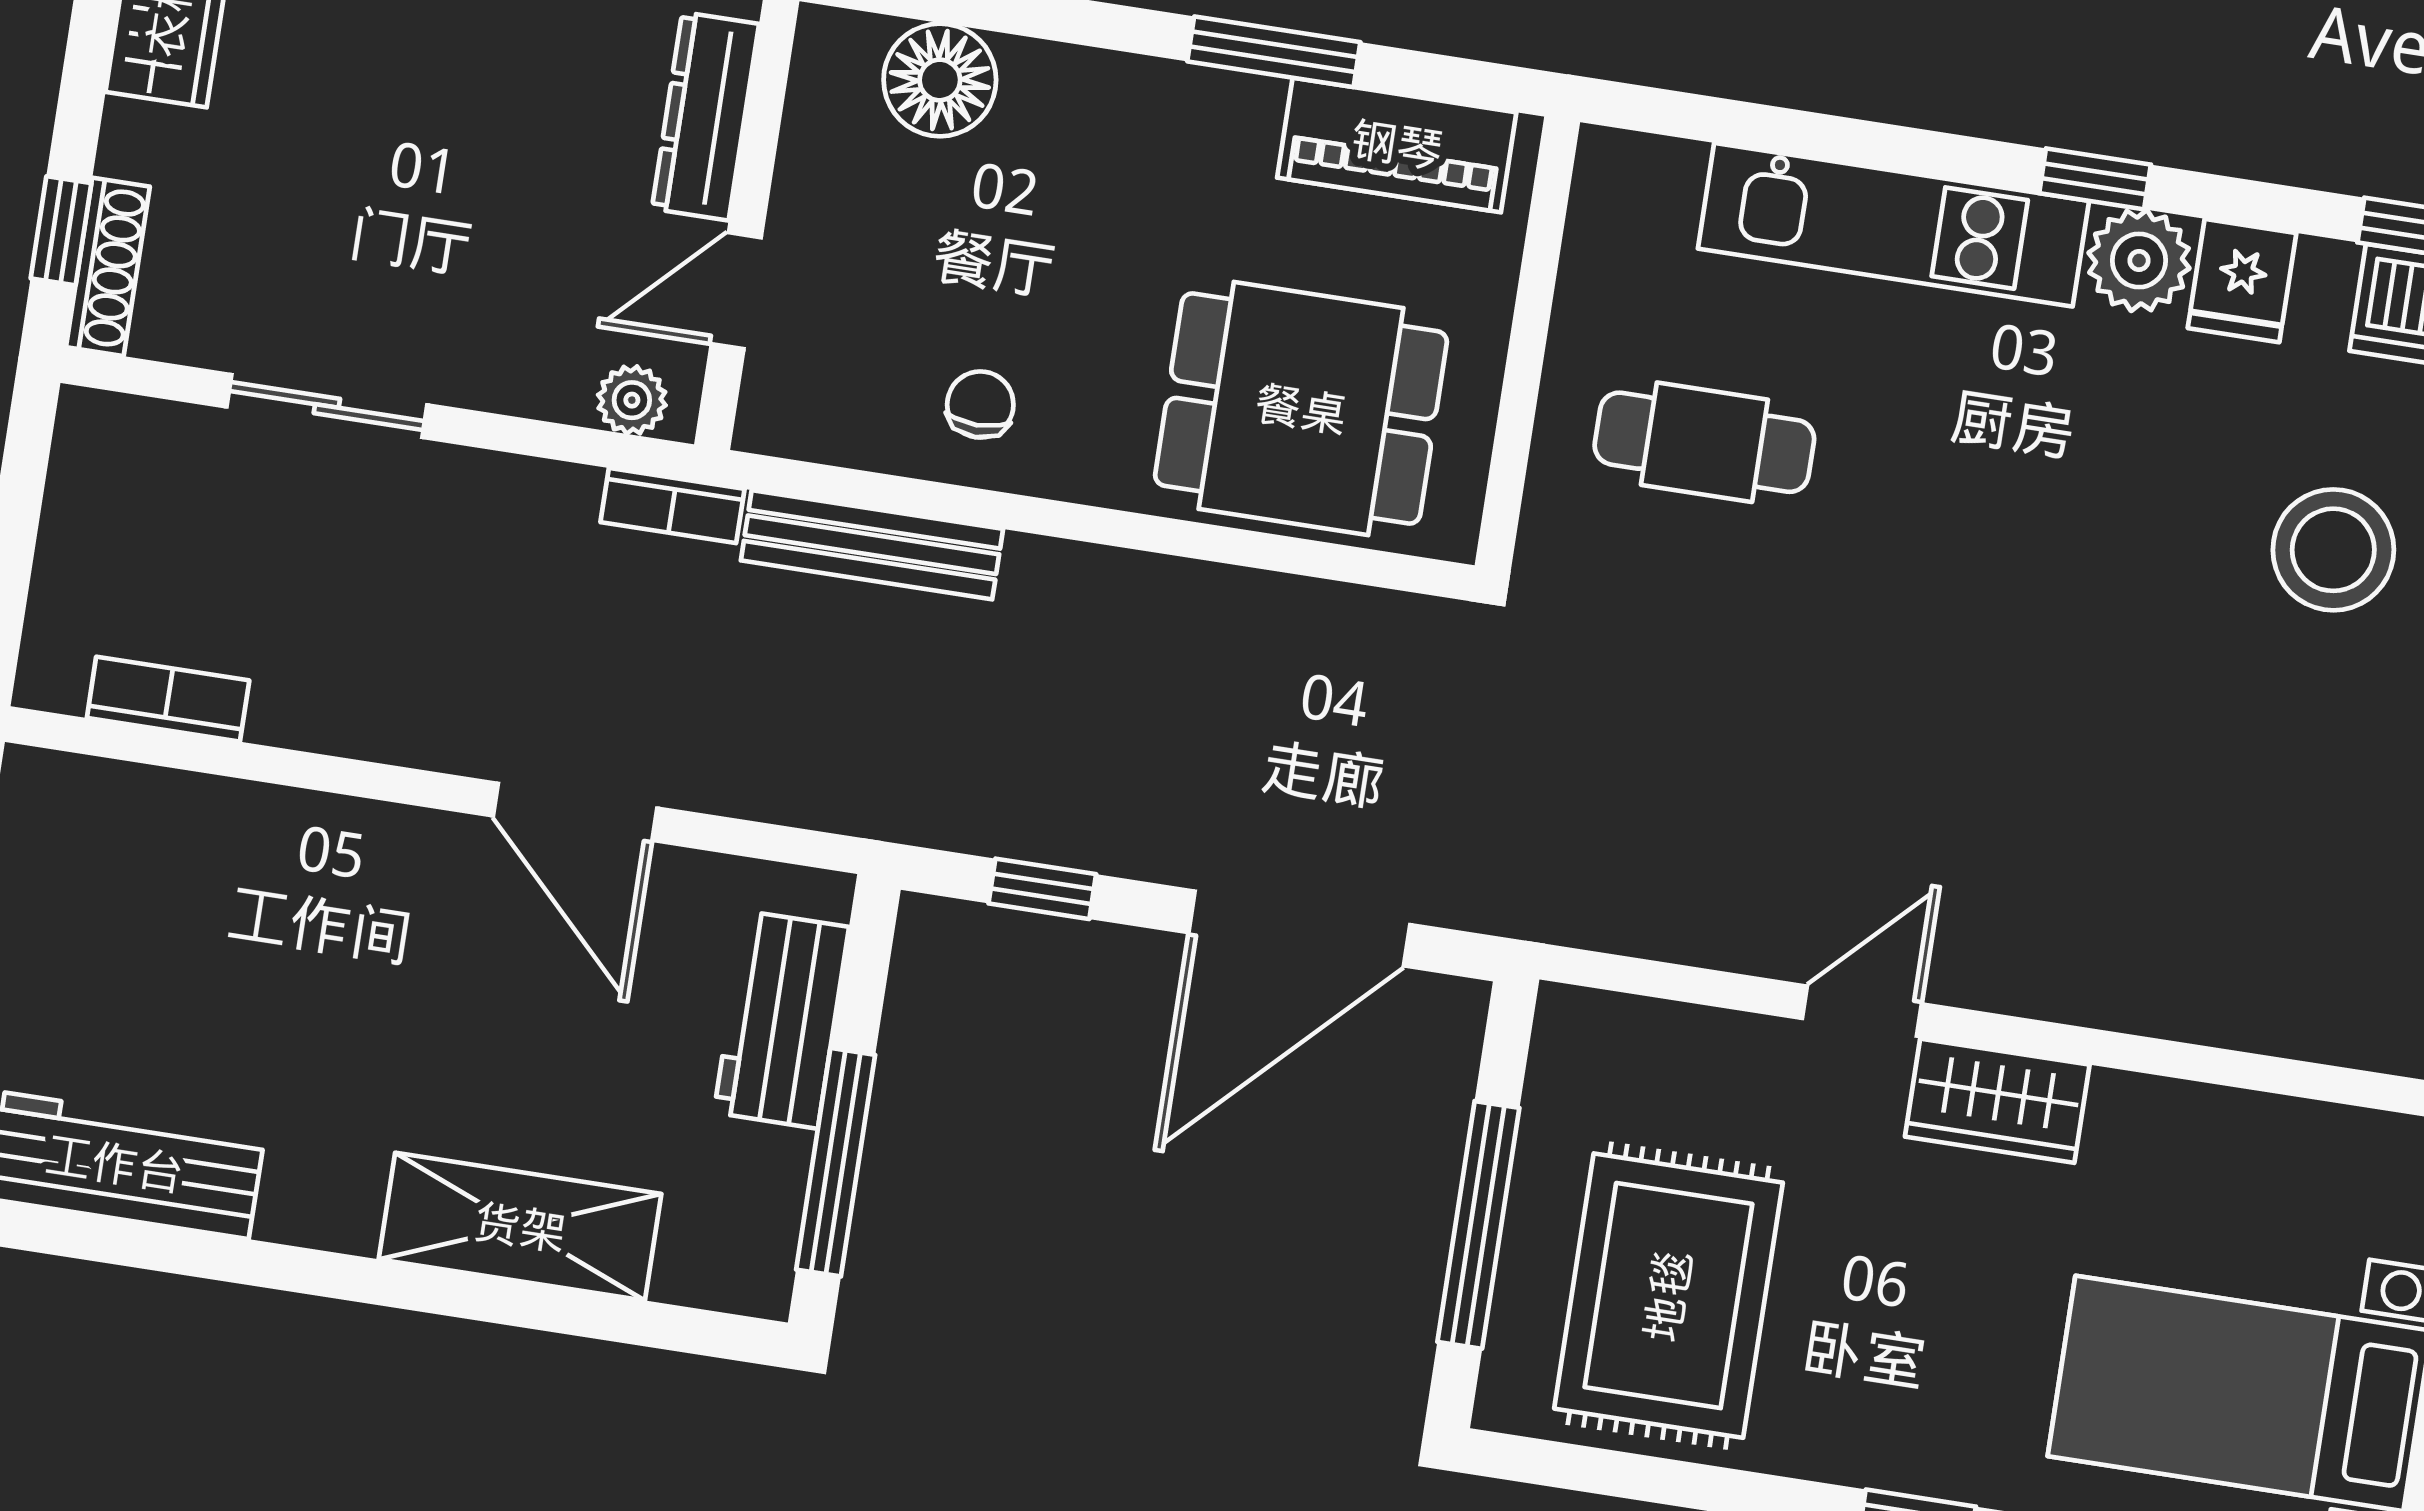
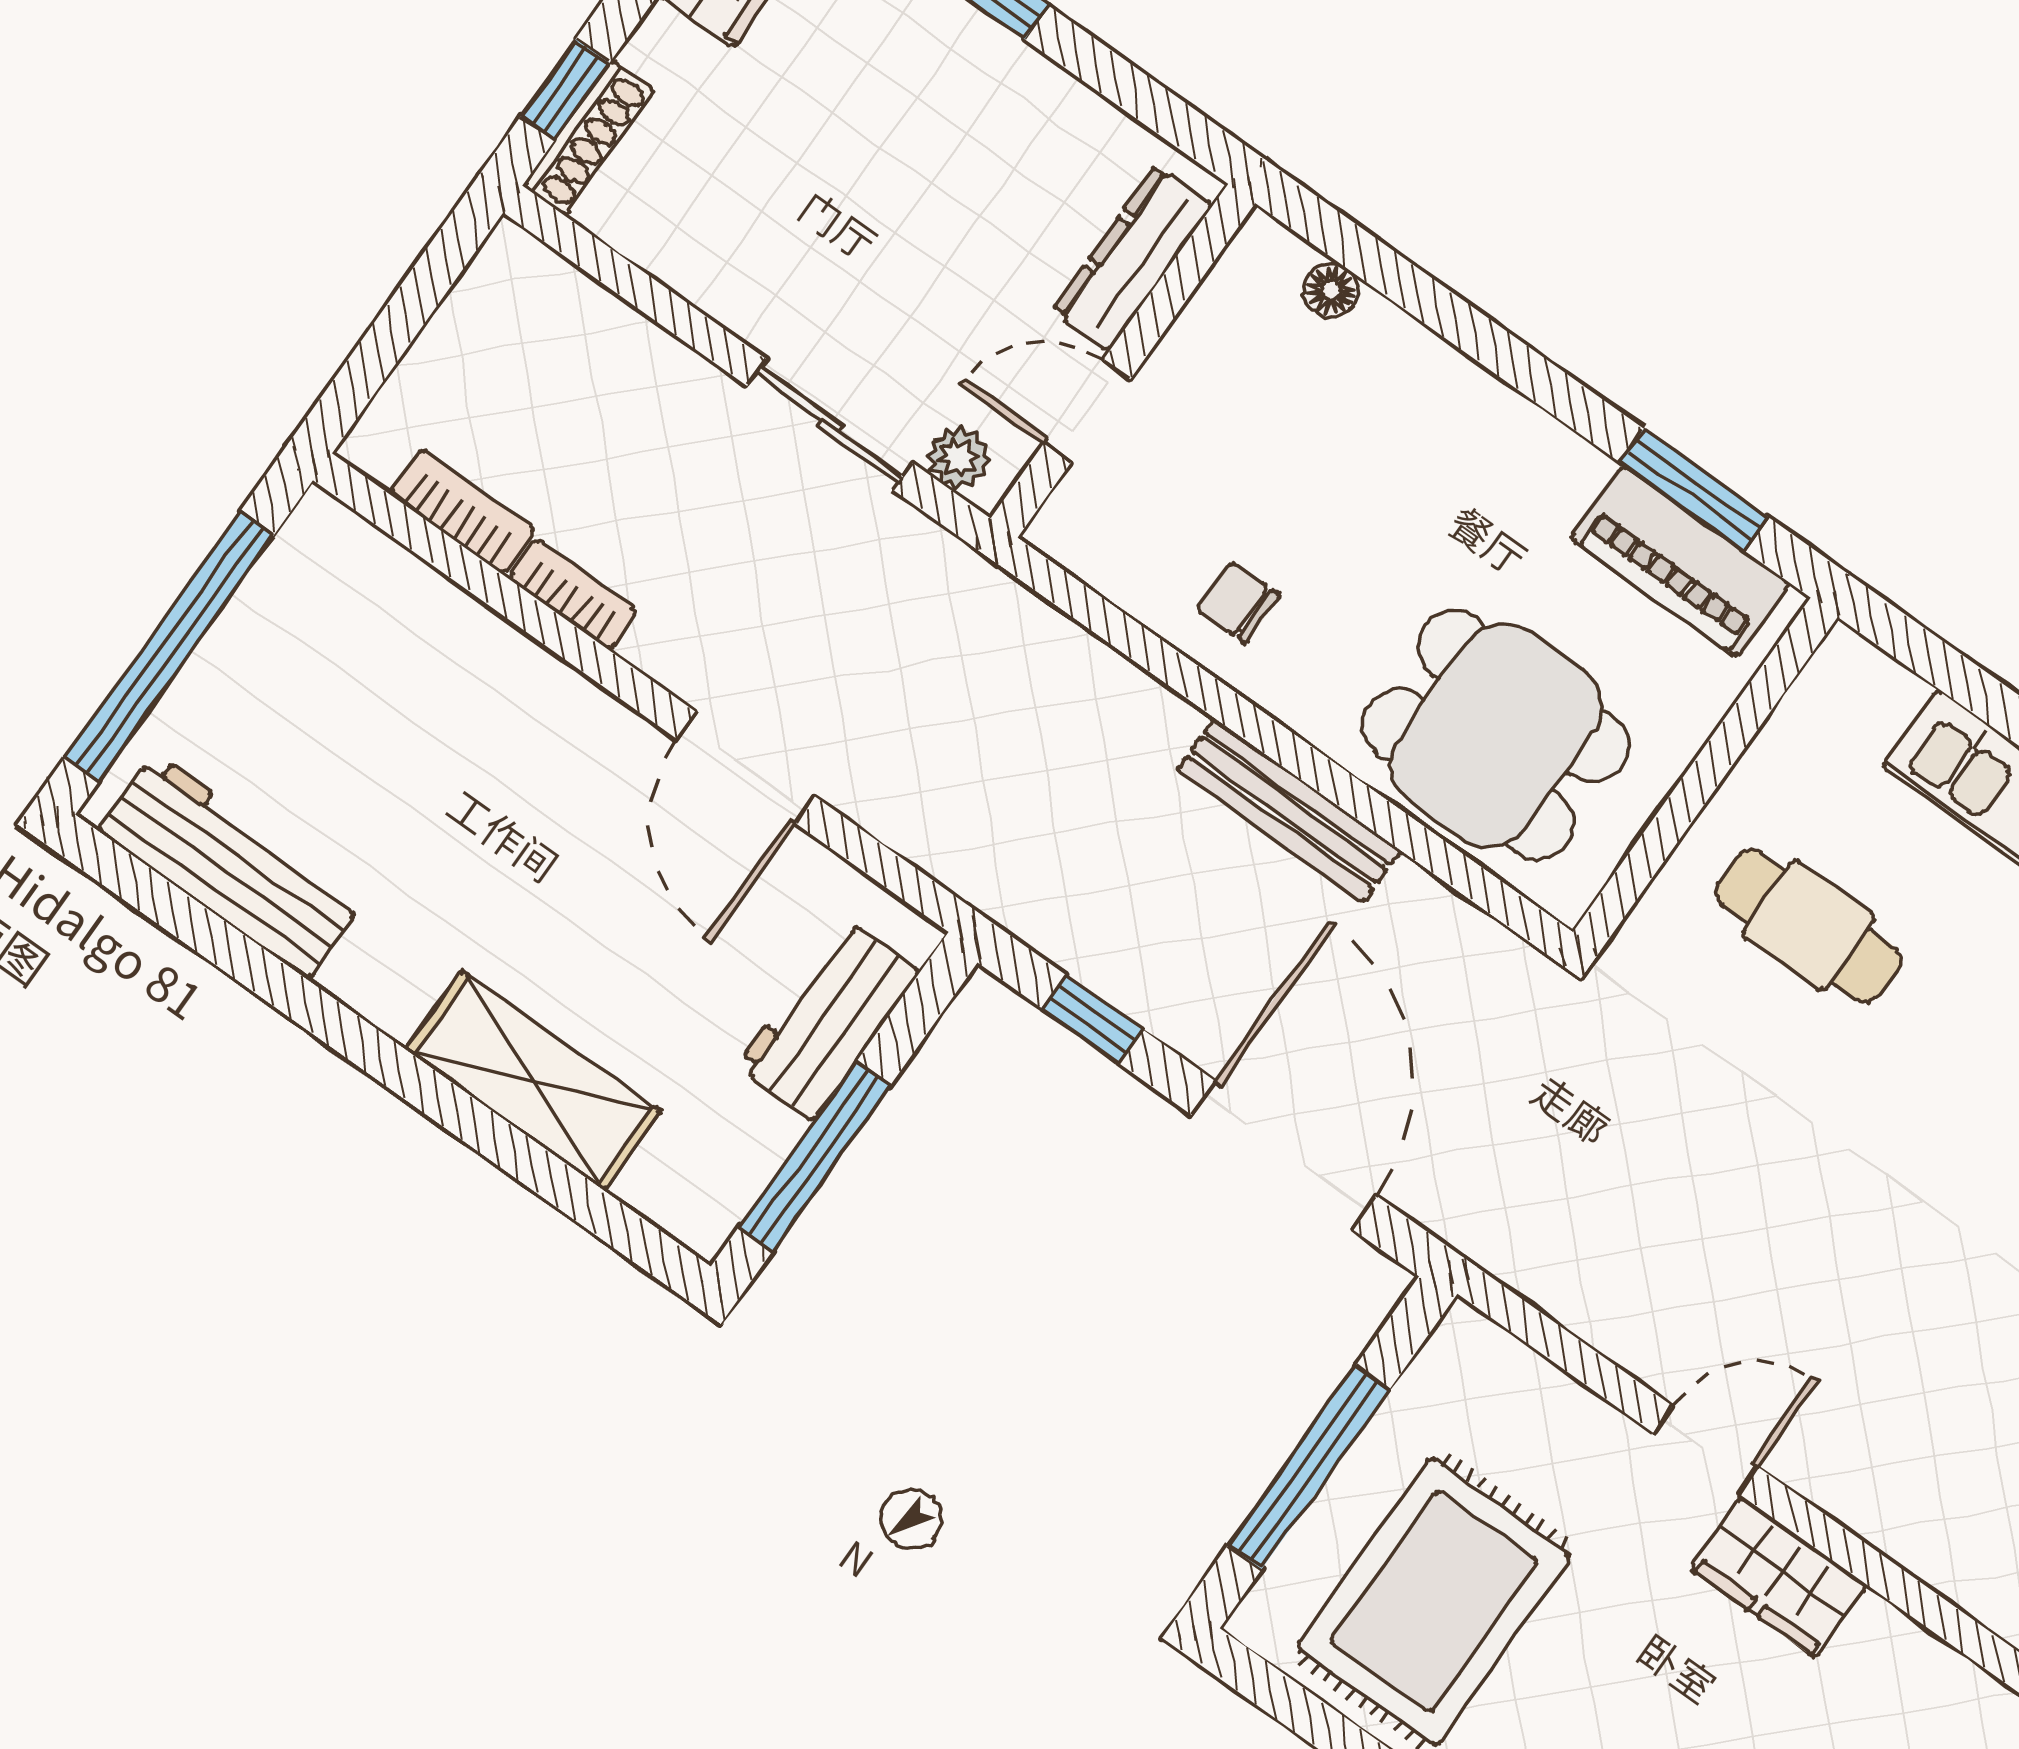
window: (1274, 52) -> (1694, 490), moved
floor lamp: (940, 80) -> (1331, 290), width x0.53, depth x0.53
chair: (980, 404) -> (1238, 602), turned -90
sliding door: (327, 406) -> (830, 424), moved
bookcase: (672, 506) -> (573, 595), moved, turned 180
bench: (872, 545) -> (1289, 810), moved
door: (1299, 929) -> (1284, 1155), swing flipped

